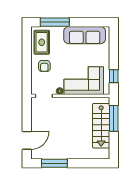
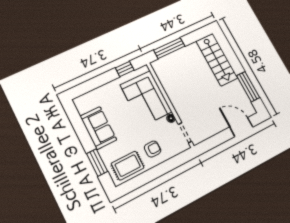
window: (55, 22) -> (97, 163), width x0.69
sofa: (85, 35) -> (98, 128), width x0.73
stairs: (101, 126) -> (217, 59), moved, turned 90

